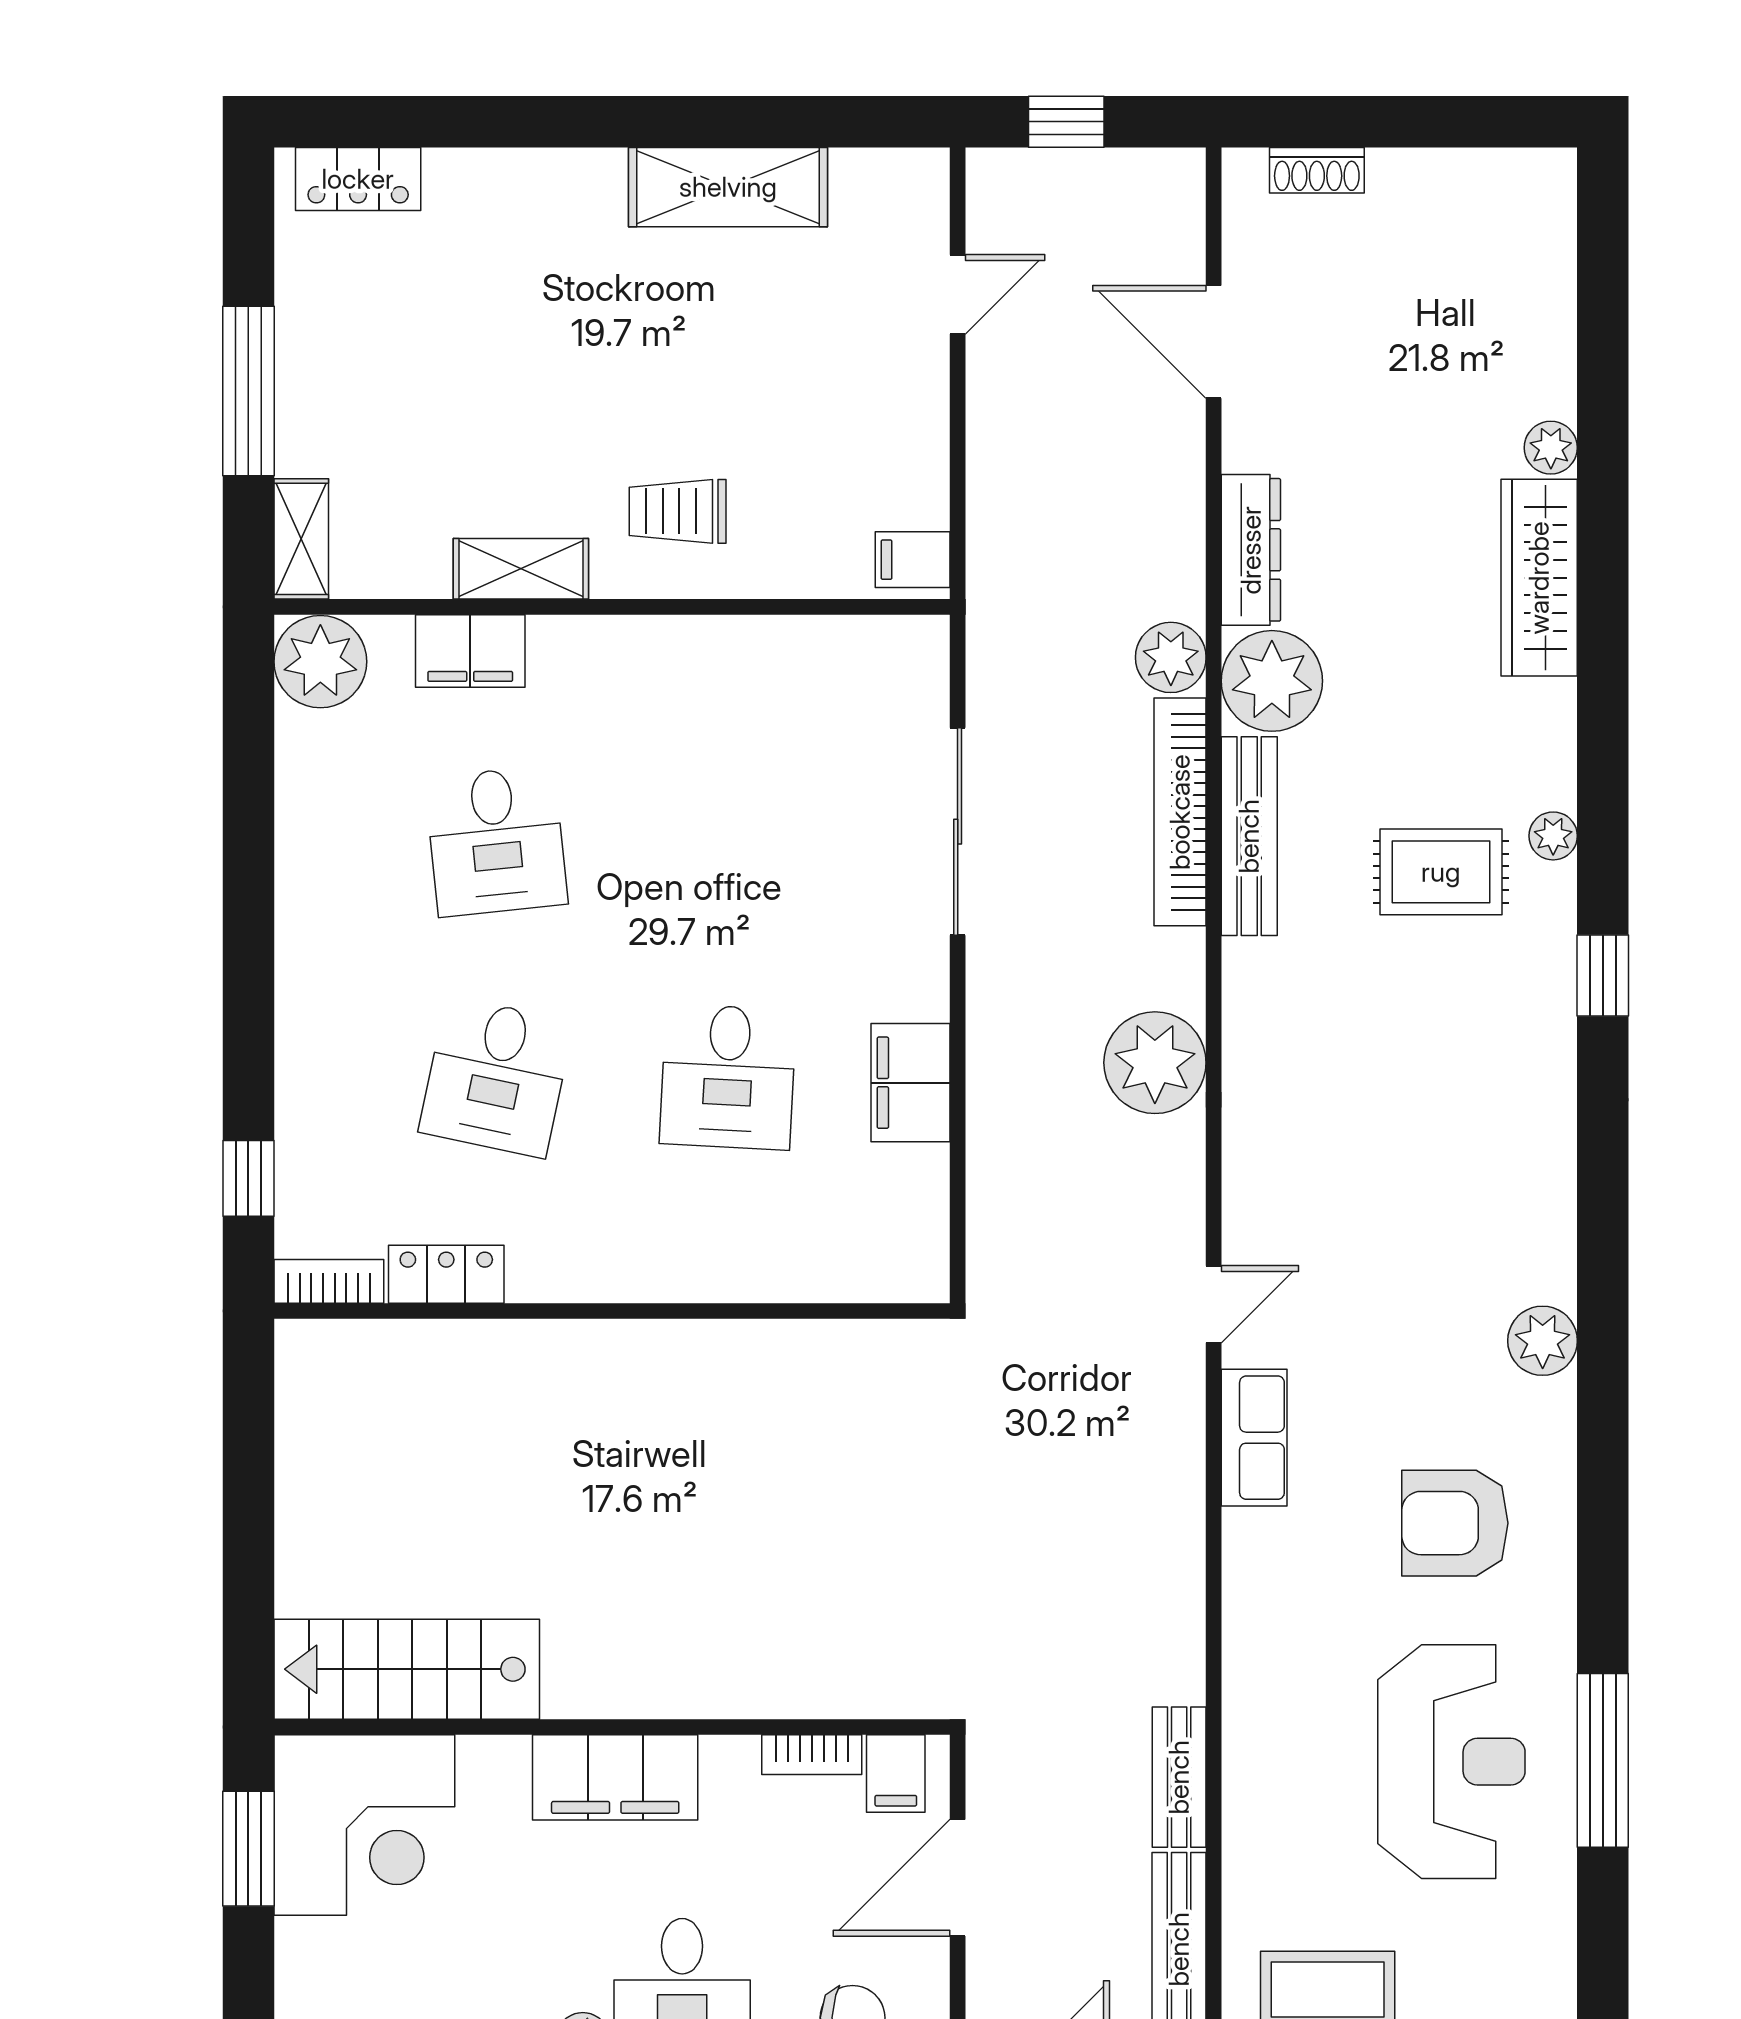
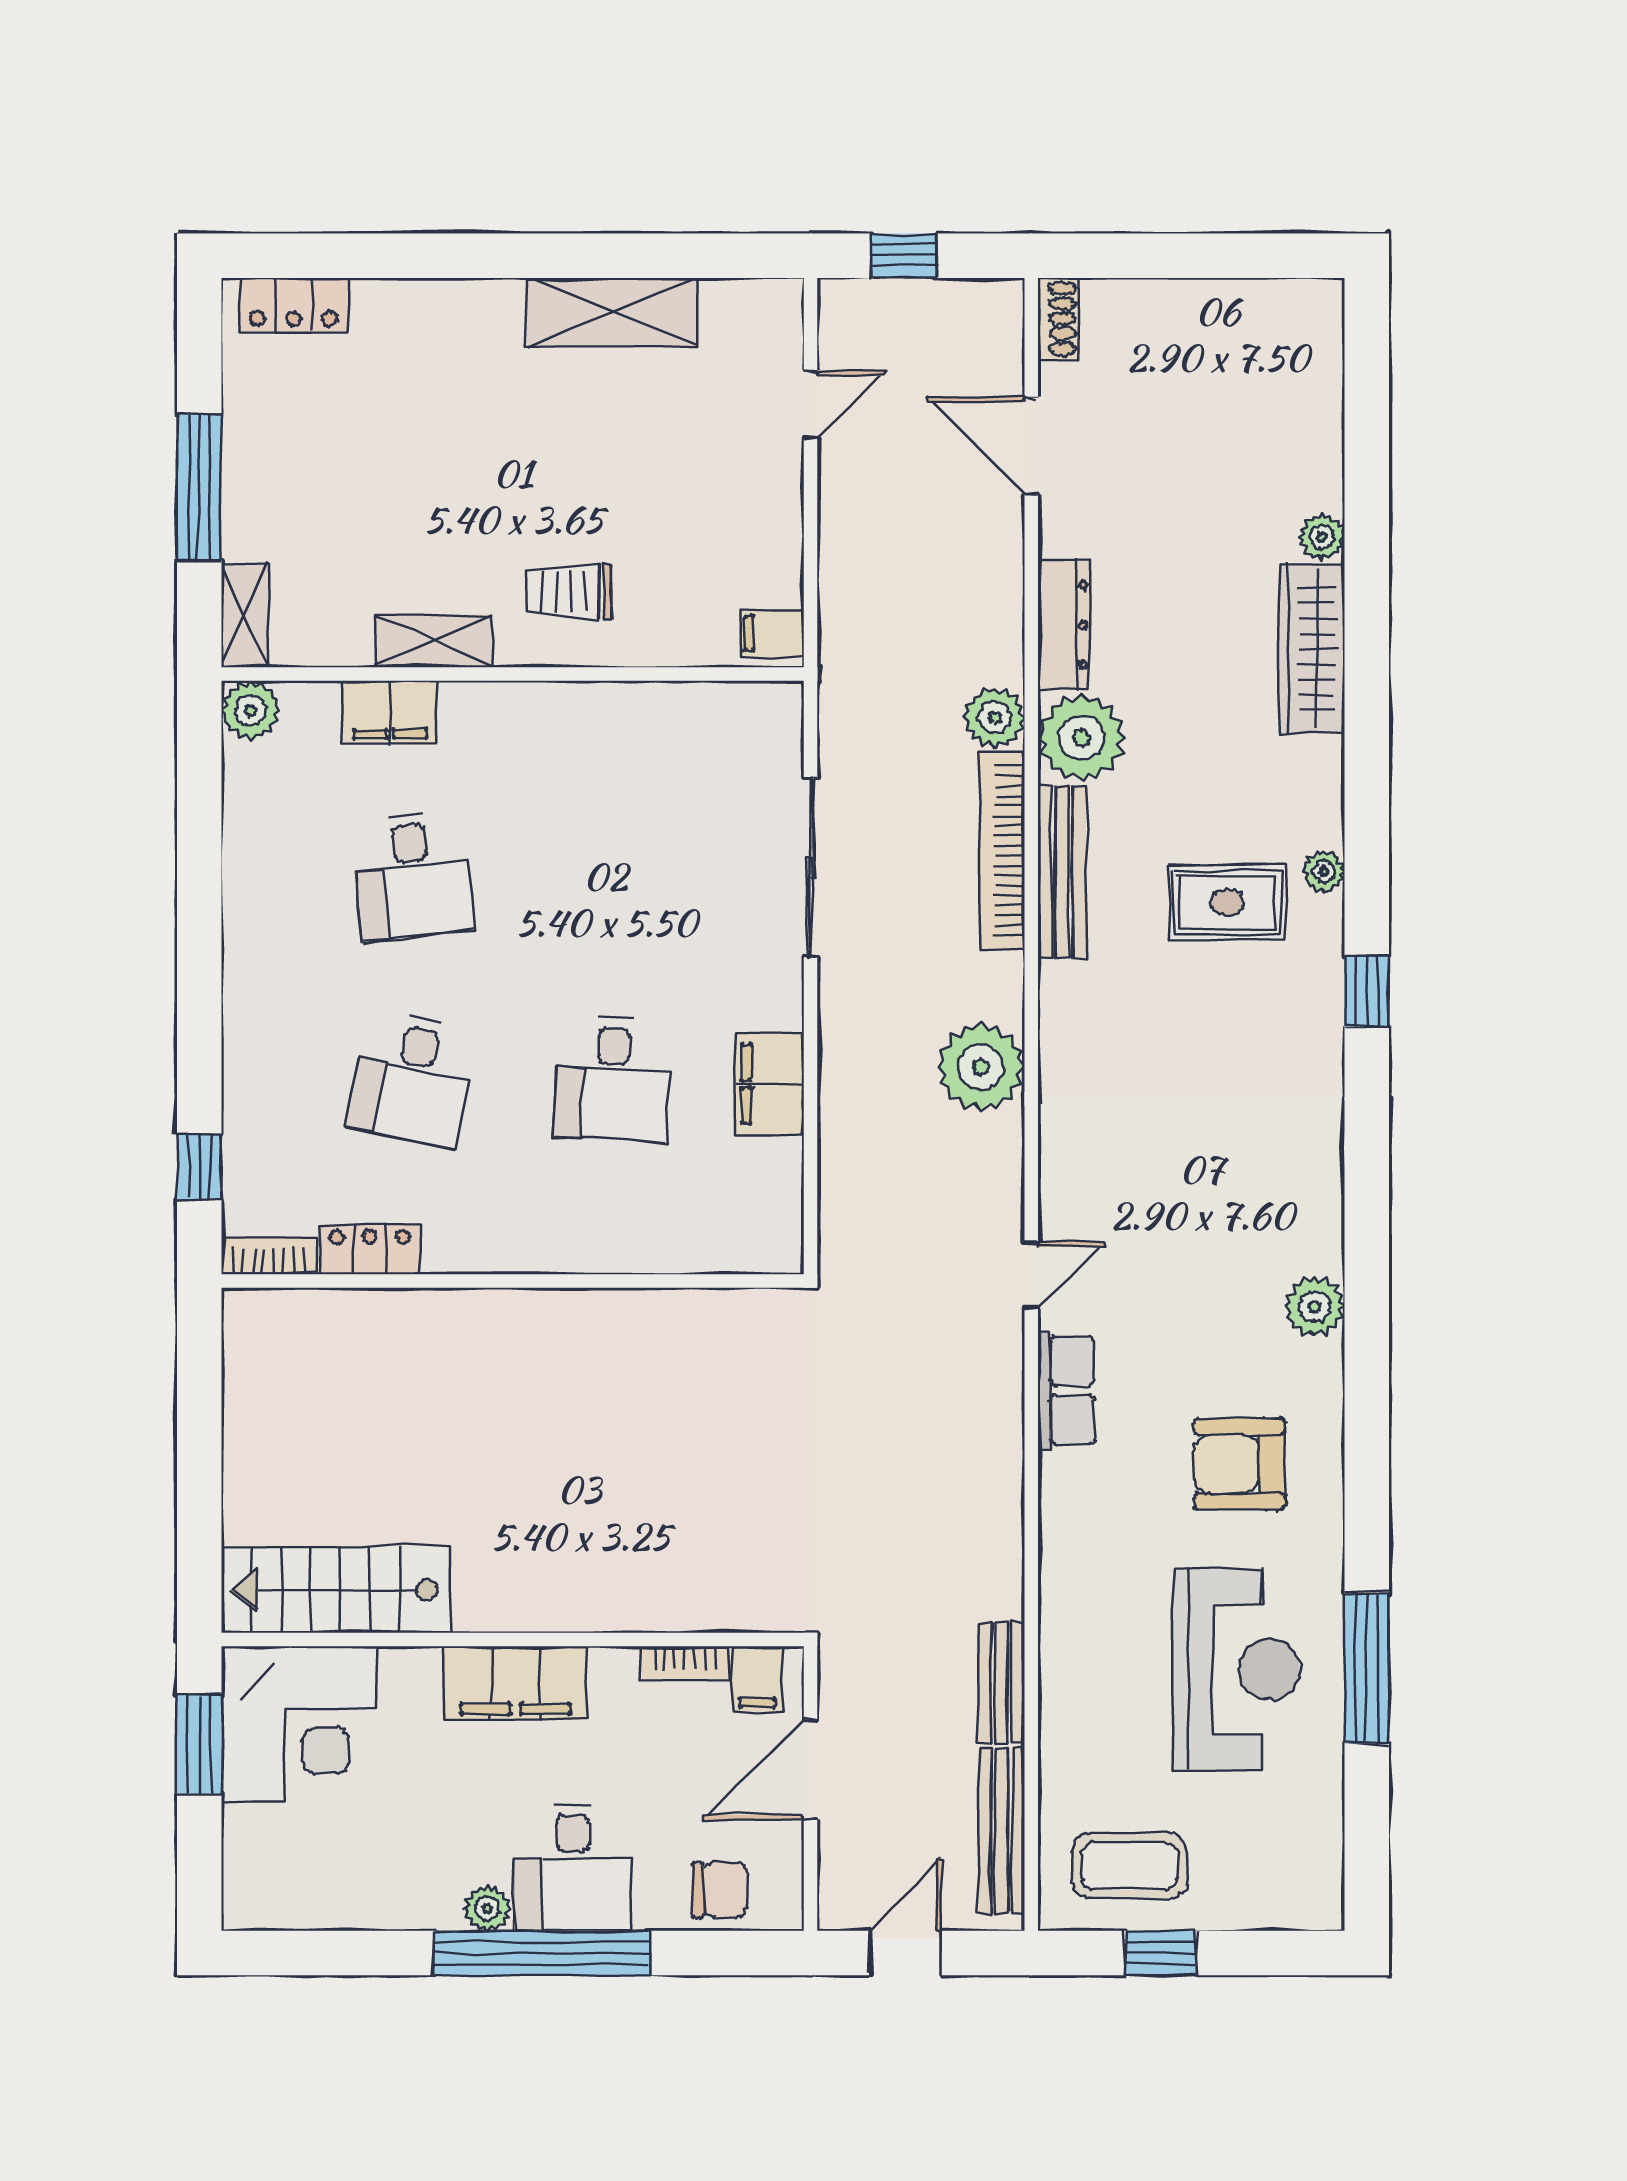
shoe rack: (1317, 170) -> (1058, 319), moved, turned -90
plant: (320, 662) -> (251, 711), width x0.73, depth x0.73

